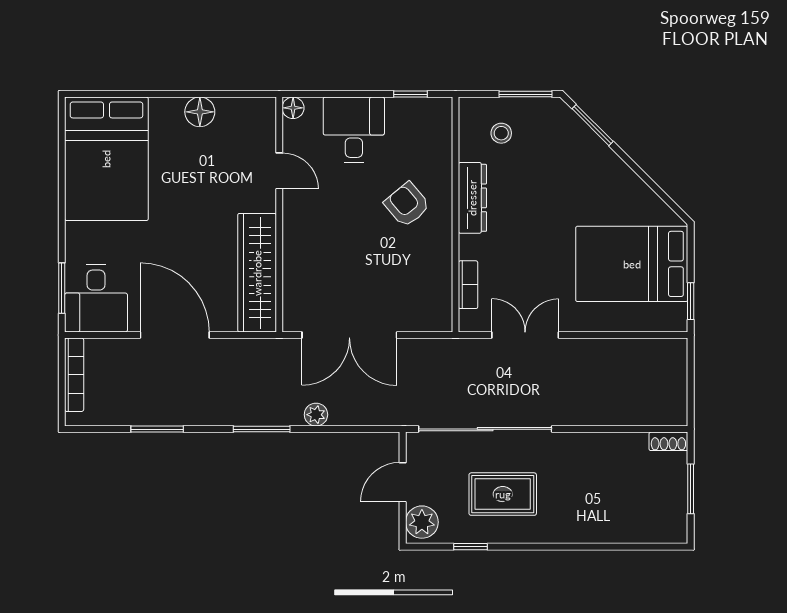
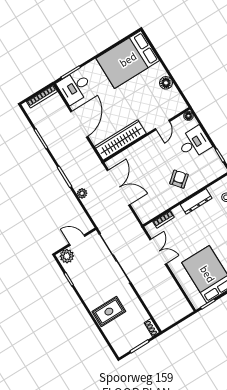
double door: (349, 335) -> (119, 188), swing flipped
rug: (503, 494) -> (109, 312), moved, turned 90

